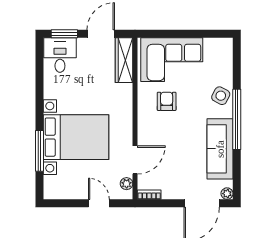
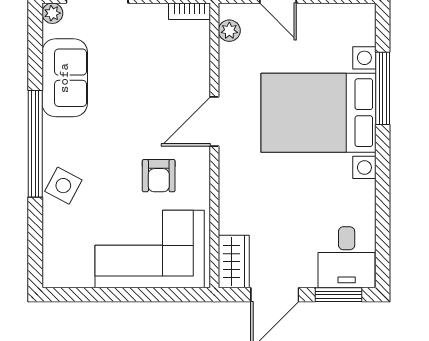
wardrobe: (124, 60) -> (234, 261), width x0.67
sofa: (220, 149) -> (65, 78), width x0.73
door: (135, 160) -> (214, 122), moved

